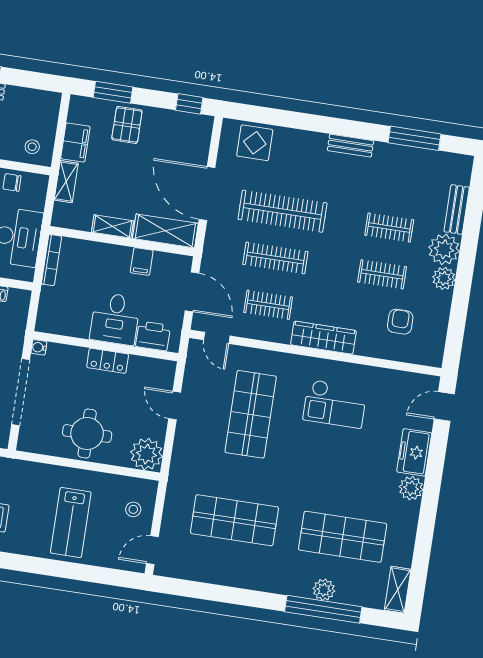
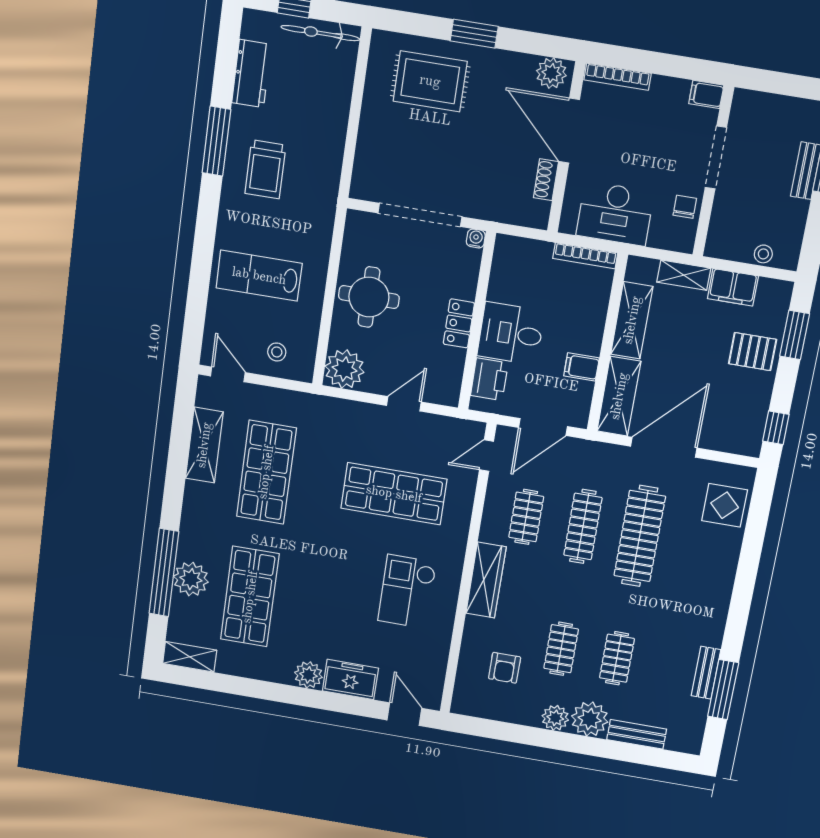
bench: (350, 146) -> (706, 673), moved
stool: (32, 147) -> (763, 254), moved
shelving: (112, 226) -> (632, 320), width x1.50, depth x1.33
armchair: (400, 322) -> (505, 668), turned 90
shelving: (212, 571) -> (204, 445), added
plant: (324, 590) -> (191, 579), width x1.36, depth x1.36

